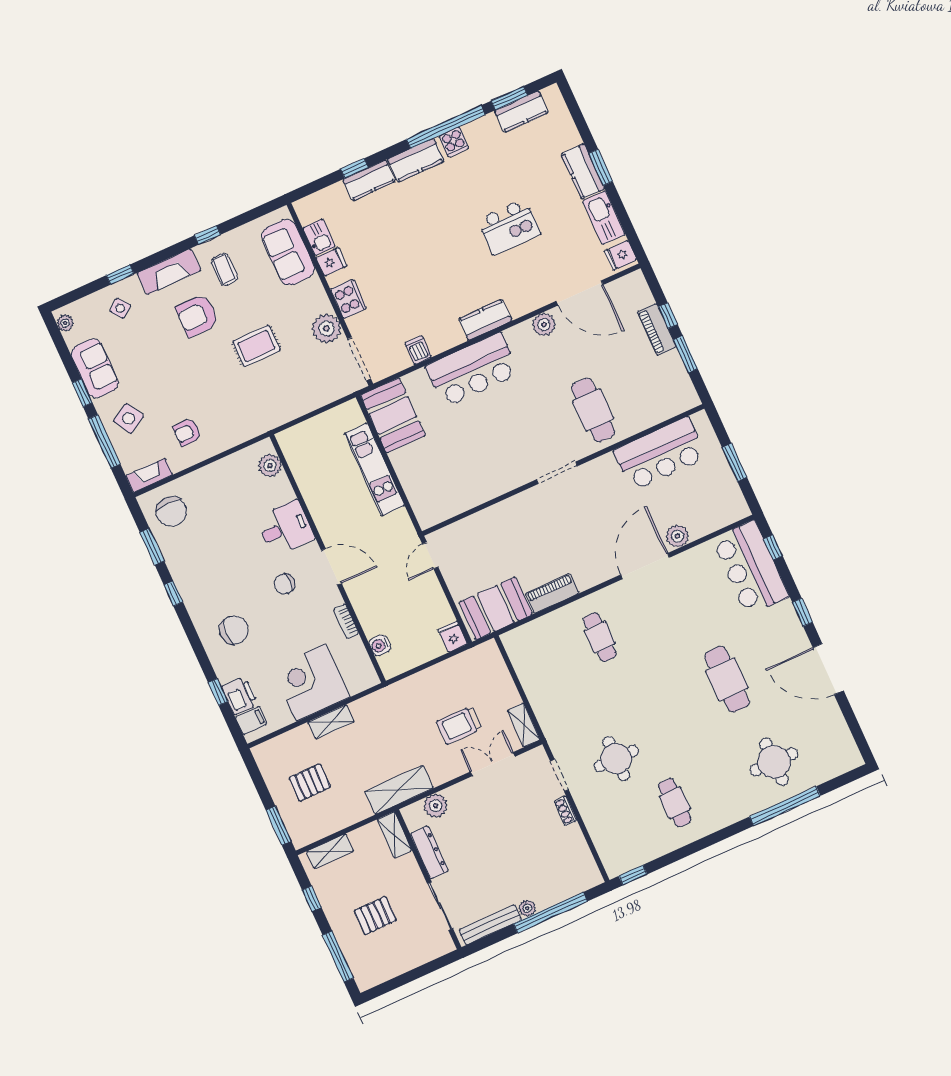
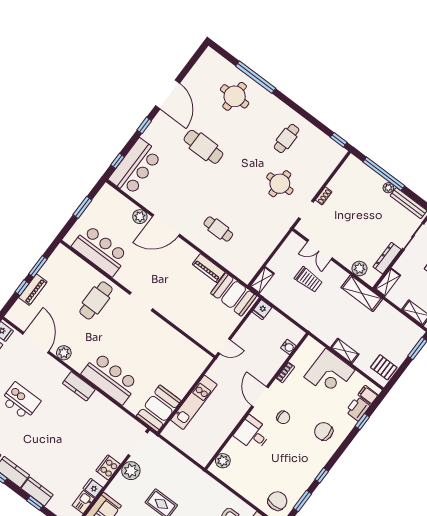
dishwasher: (418, 350) -> (115, 414), removed
cafe table: (600, 637) -> (218, 229), turned 90
cafe table: (727, 679) -> (203, 147), turned 90
shelving: (524, 725) -> (262, 280), moved
pallet: (310, 782) -> (384, 367), moved

